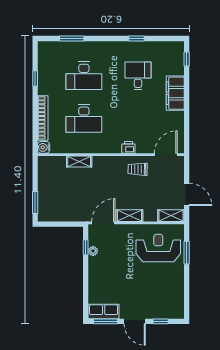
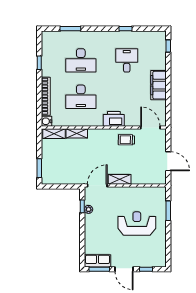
filing cabinet: (175, 93) -> (158, 85), moved
printer: (128, 147) -> (114, 119), width x1.87, depth x1.48
door: (166, 155) -> (150, 127), hinge flipped
shelving: (171, 216) -> (54, 134), moved
reception desk: (158, 248) -> (137, 224), moved

